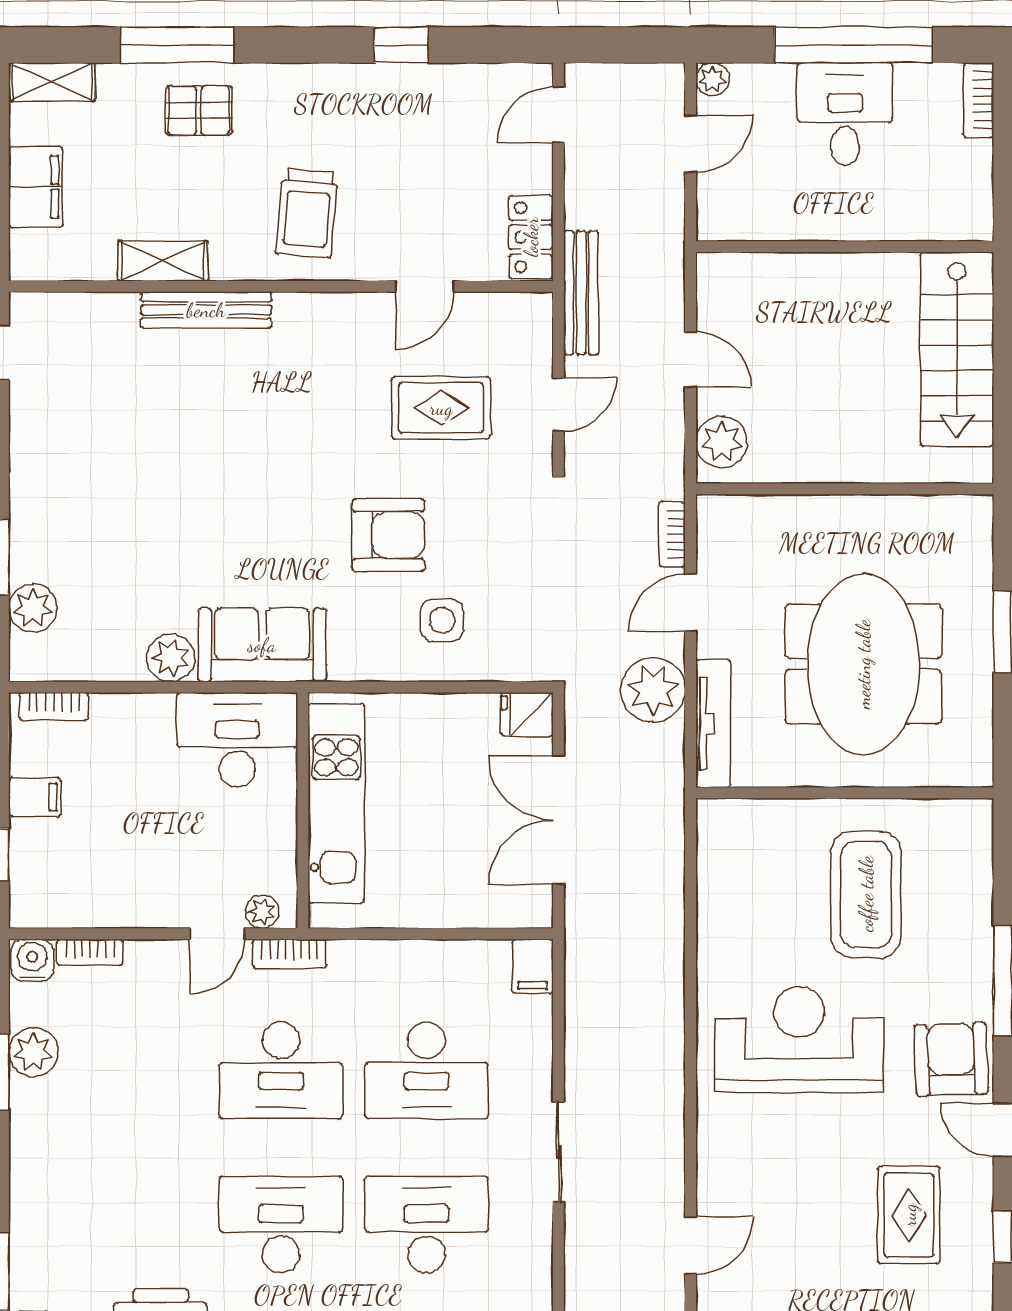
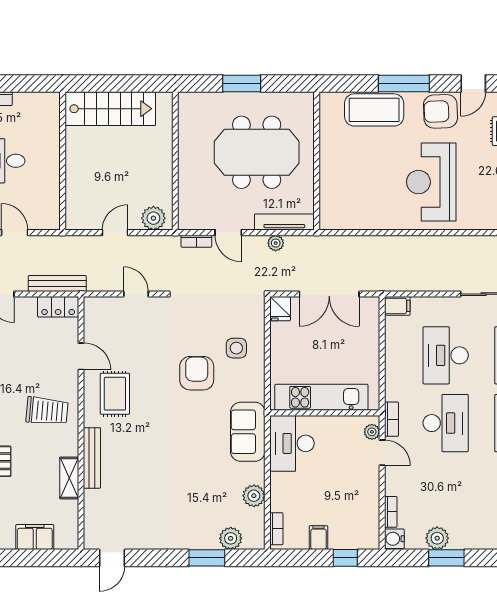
bench: (581, 293) -> (57, 283), moved
rug: (441, 408) -> (115, 394), moved
plant: (171, 658) -> (254, 496), moved
plant: (653, 690) -> (276, 243), width x0.53, depth x0.53
coffee table: (866, 894) -> (374, 110), moved
desk: (427, 1070) -> (446, 355), turned 180

